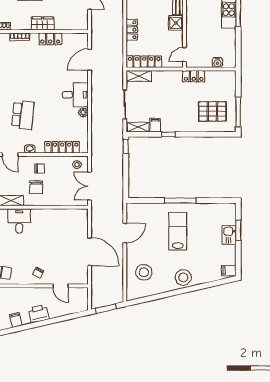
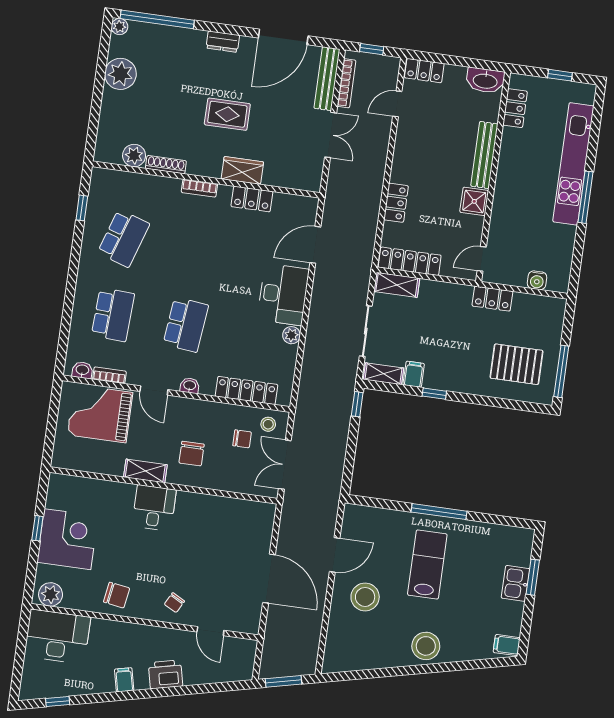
desk: (75, 95) -> (283, 294), width x1.37
chair: (40, 168) -> (242, 439), moved
stool: (144, 272) -> (365, 597), moved

